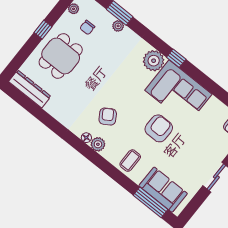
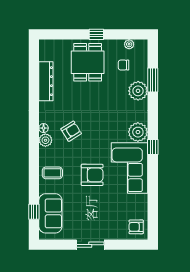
plant: (118, 26) -> (138, 91), width x1.87, depth x1.87
dining table: (61, 56) -> (88, 62), turned 90
dresser: (30, 89) -> (46, 81), moved
window: (151, 202) -> (34, 212), width x0.46

